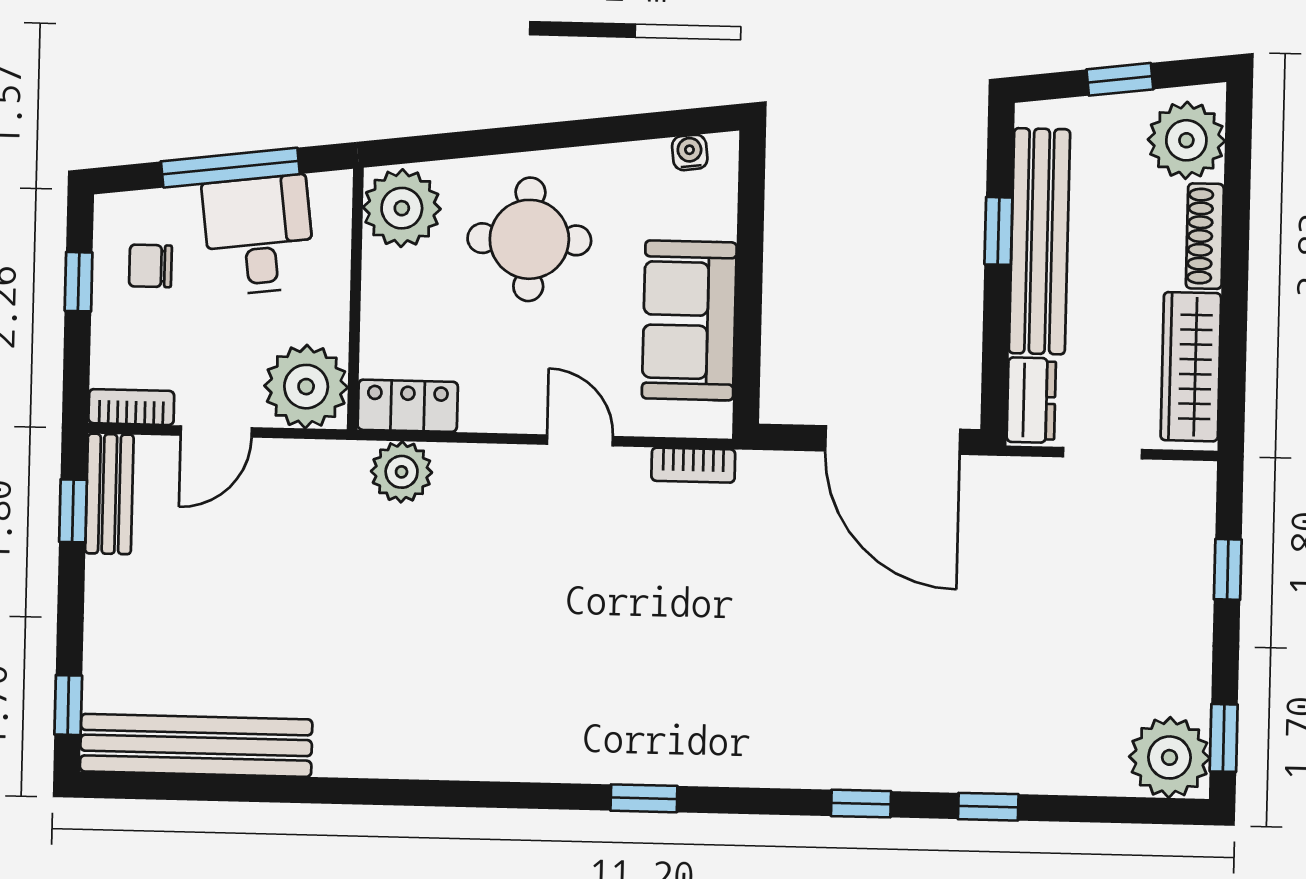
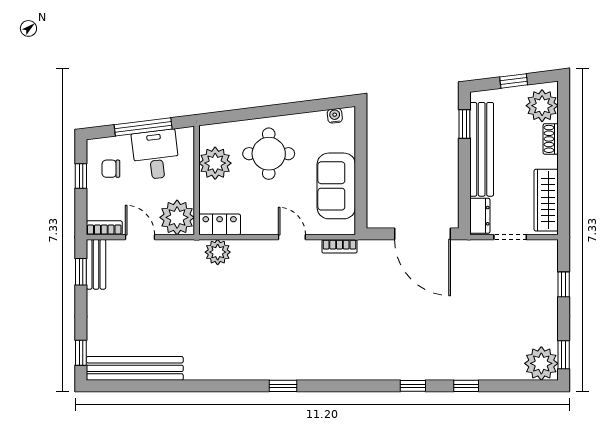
plant: (402, 208) -> (215, 163), moved
window: (998, 231) -> (464, 124), moved
shoe rack: (1205, 236) -> (551, 139), width x0.70
door: (216, 431) -> (140, 237), swing flipped
window: (644, 798) -> (283, 386), moved

